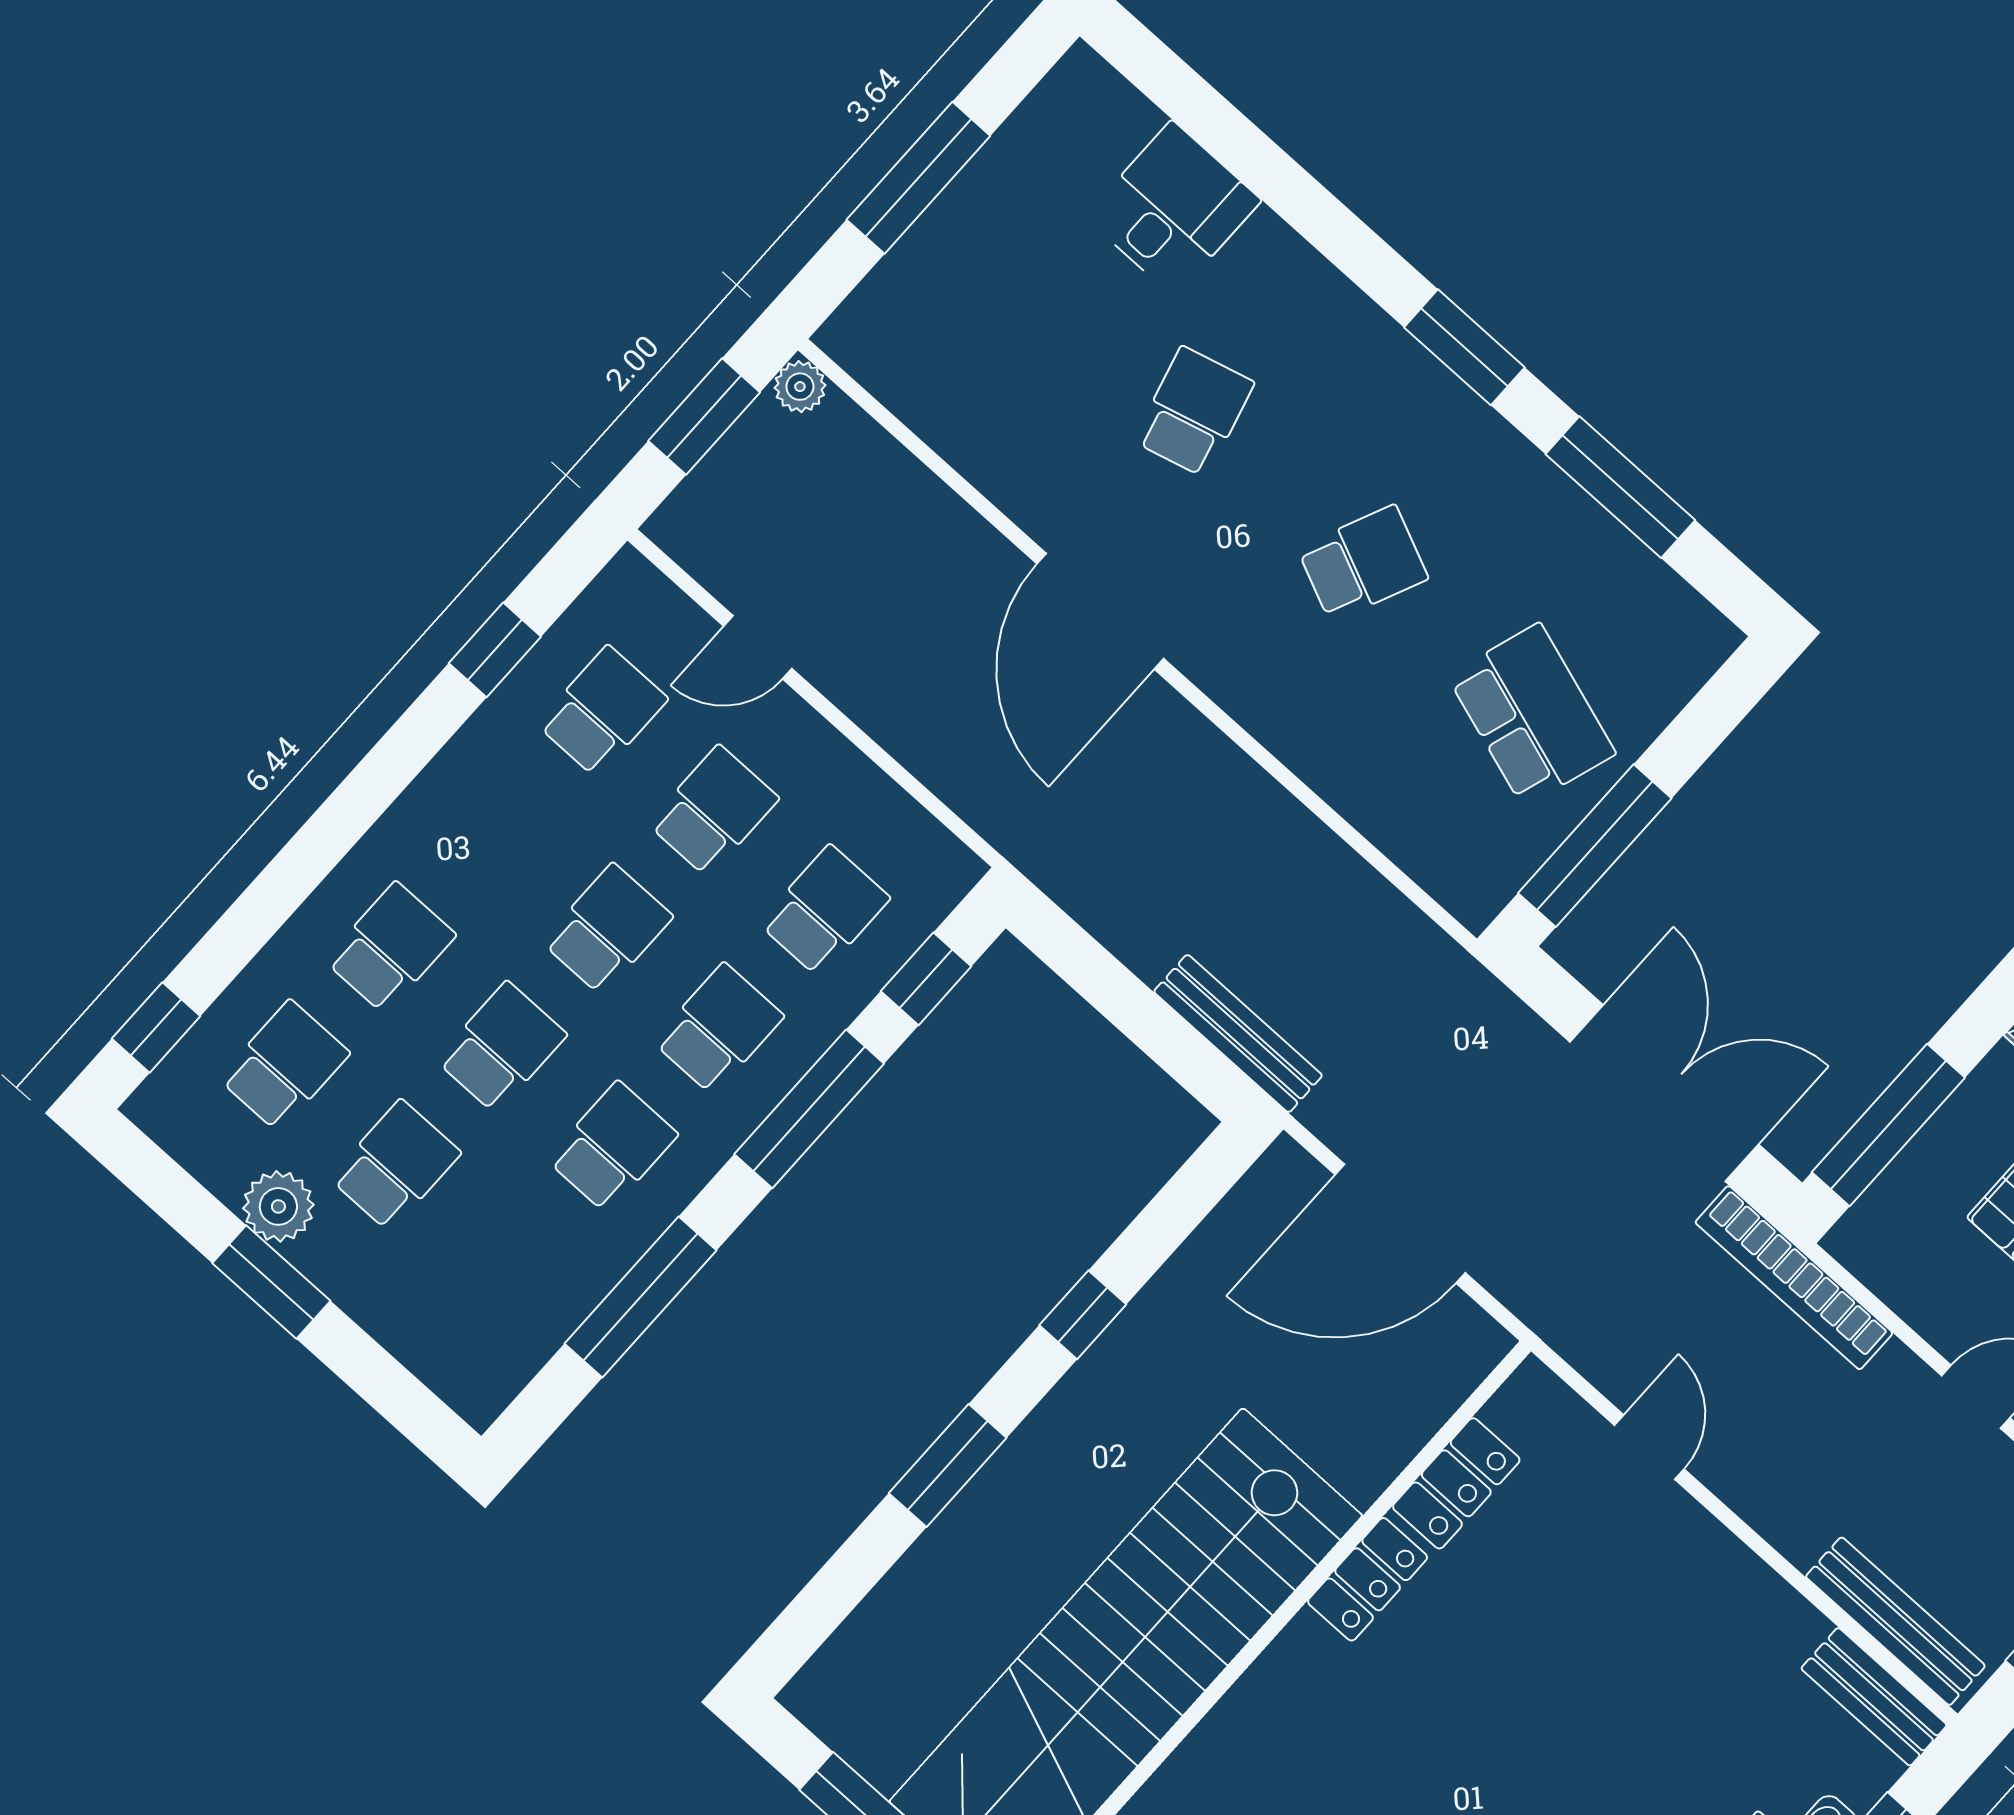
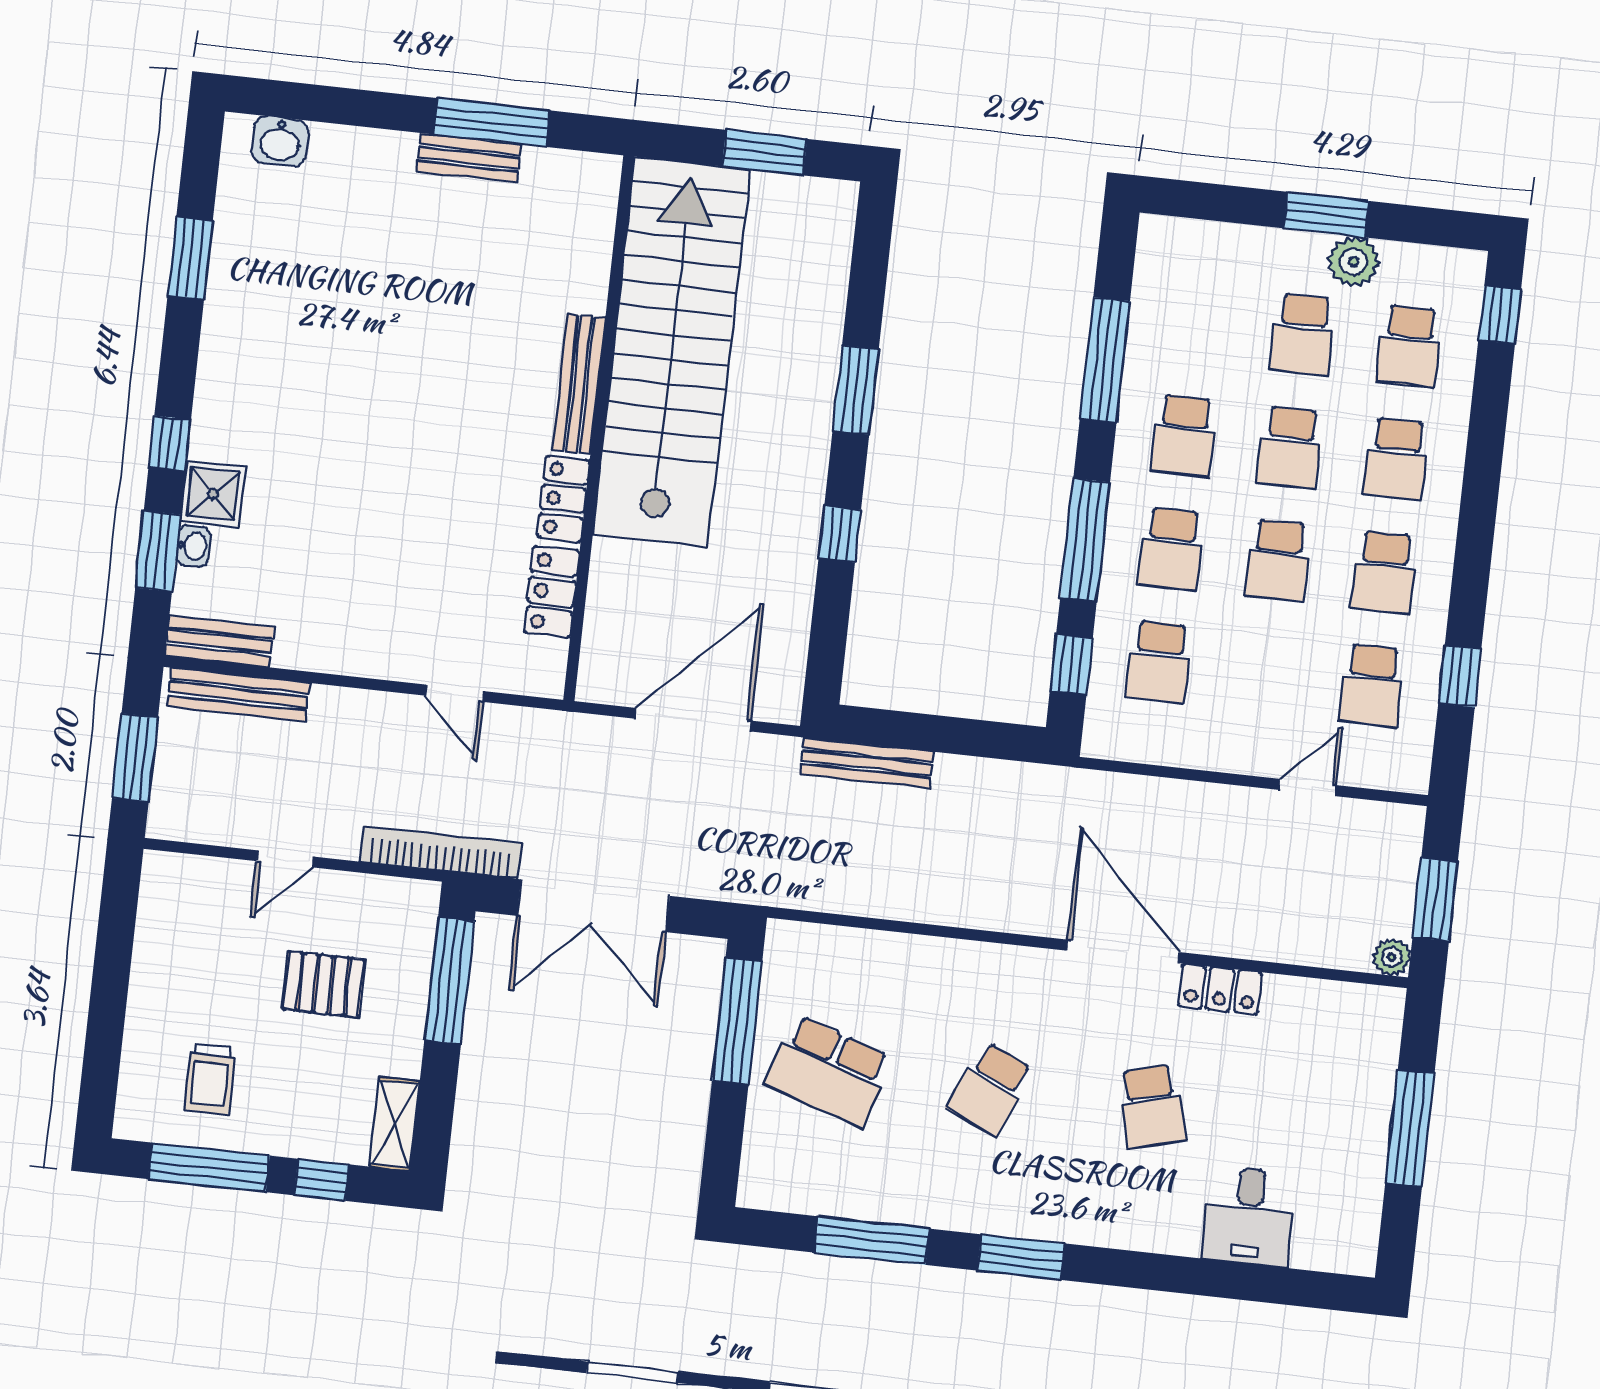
locker: (1021, 490) -> (1220, 989), added
school desk: (713, 811) -> (1384, 572), moved
bench: (1257, 1697) -> (579, 384), added

